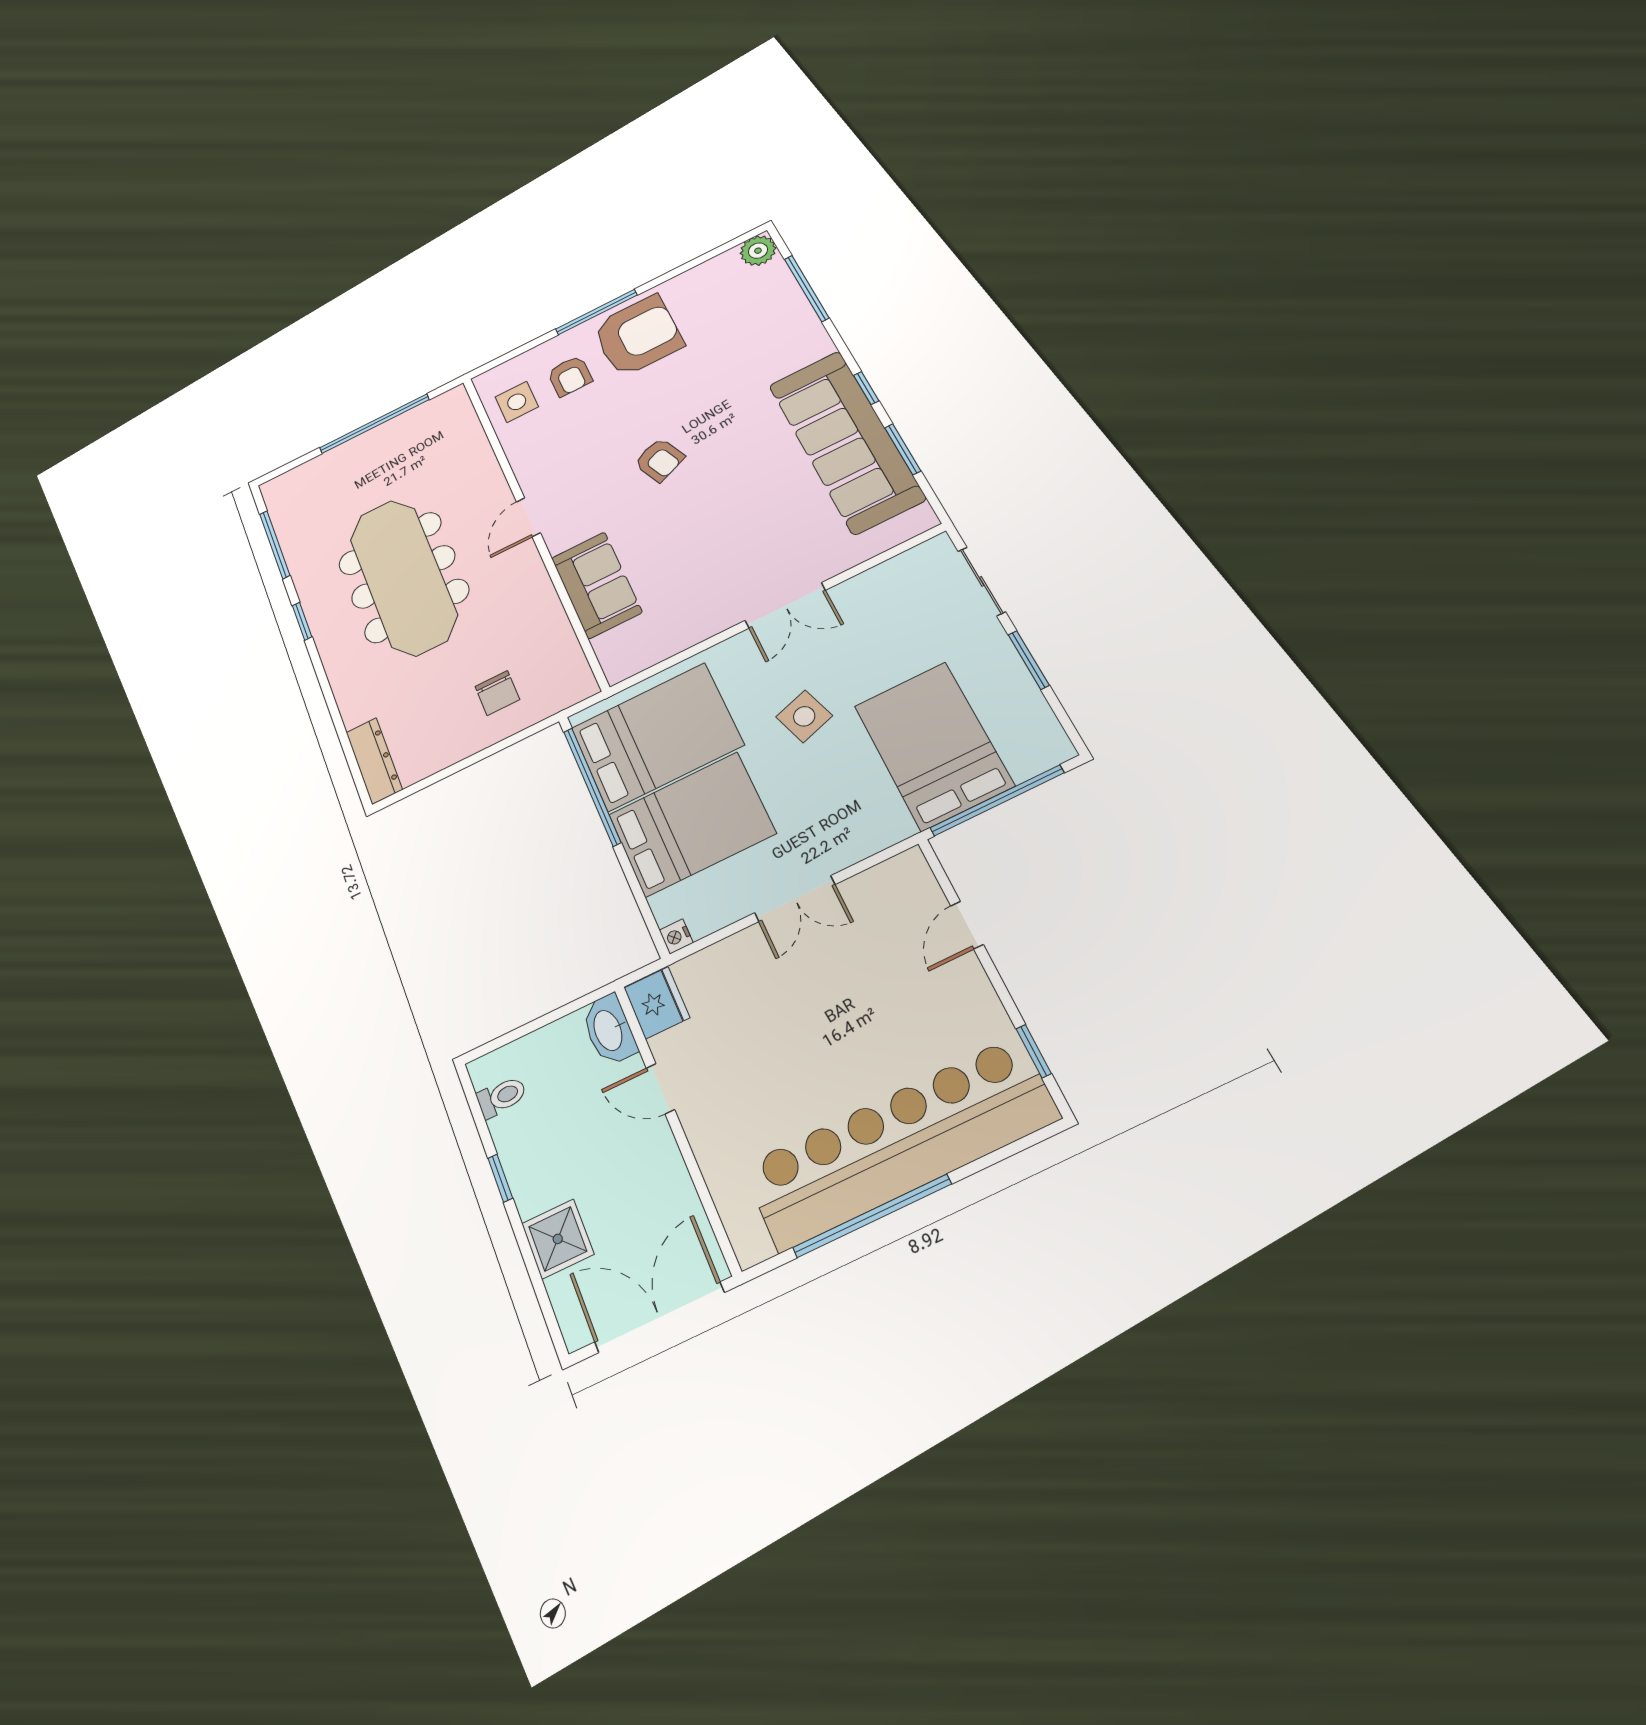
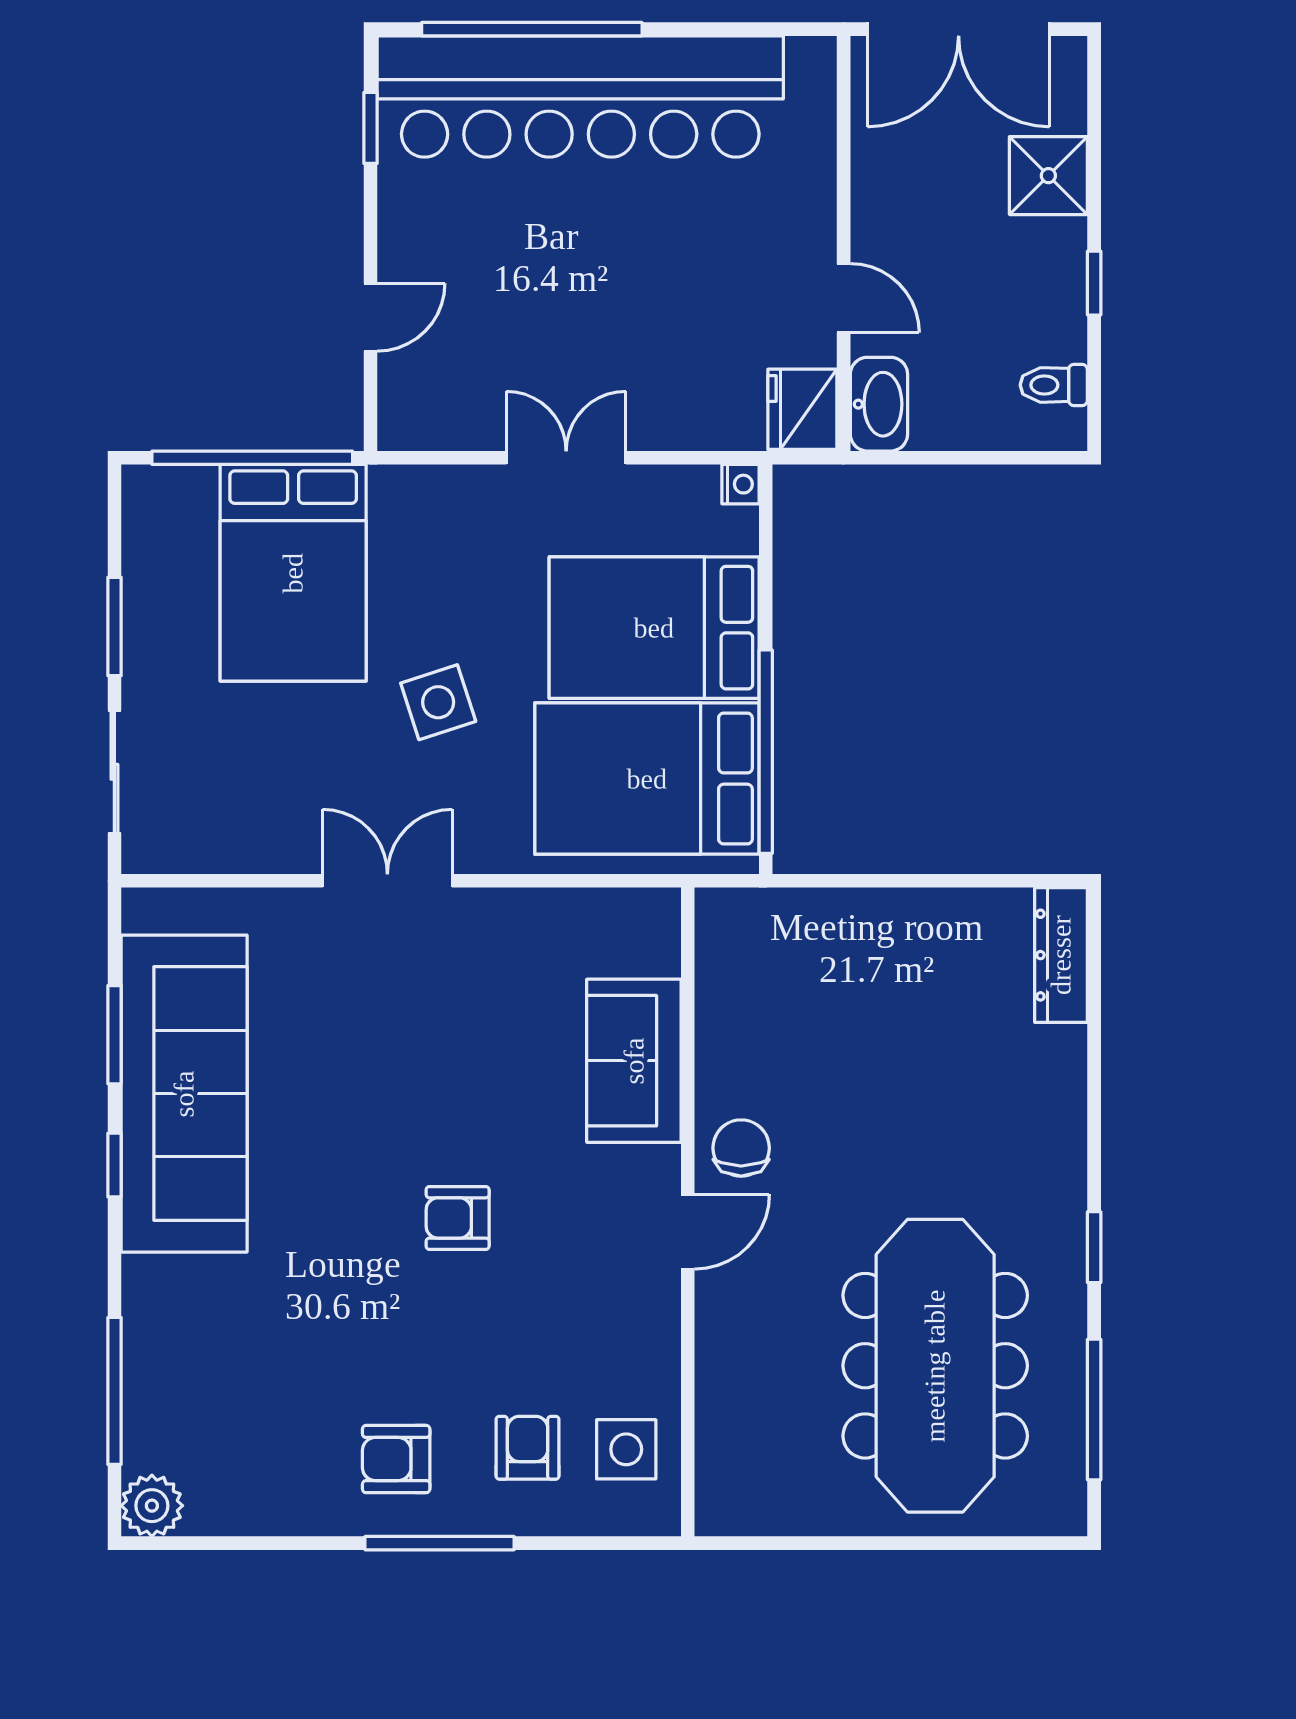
armchair: (638, 336) -> (396, 1459), width x0.53, depth x0.53
window: (374, 424) -> (862, 1543), removed
armchair: (659, 460) -> (458, 1218), turned -67
meeting table: (403, 577) -> (935, 1366), moved
chair: (497, 693) -> (741, 1148), moved
window: (872, 1216) -> (532, 29), moved

